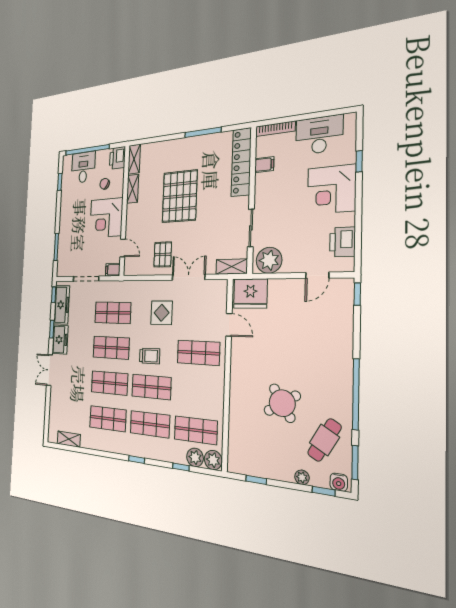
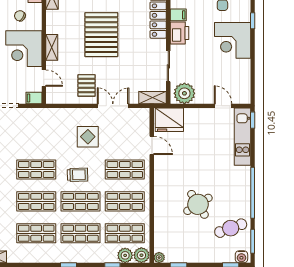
shelving: (133, 189) -> (52, 47), moved
printer: (342, 242) -> (180, 33), moved, turned 180
door: (317, 275) -> (223, 106), swing flipped
shop shelf: (113, 313) -> (125, 201), moved
kitchen unit: (343, 316) -> (243, 137), added
cafe table: (324, 440) -> (231, 228), turned 40
plant: (302, 477) -> (159, 258), moved

